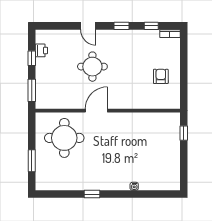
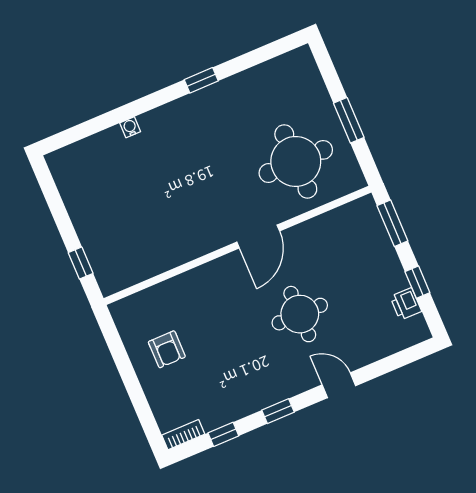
window: (32, 161) -> (349, 120), moved

